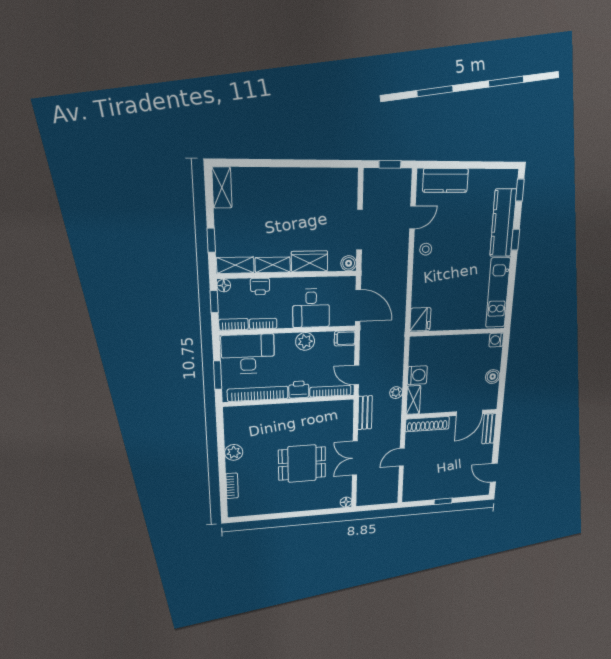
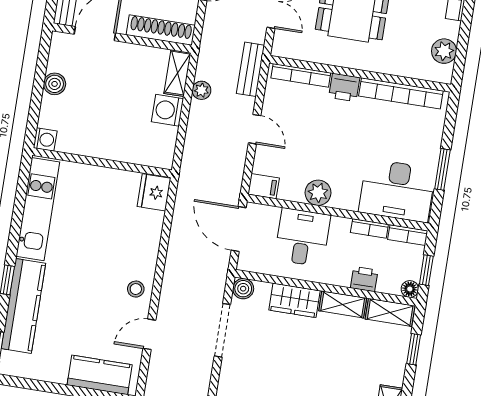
printer: (299, 390) -> (344, 87), moved
bookcase: (330, 391) -> (301, 75), moved
bookcase: (258, 394) -> (401, 93), moved
wall: (289, 401) -> (360, 74), moved

